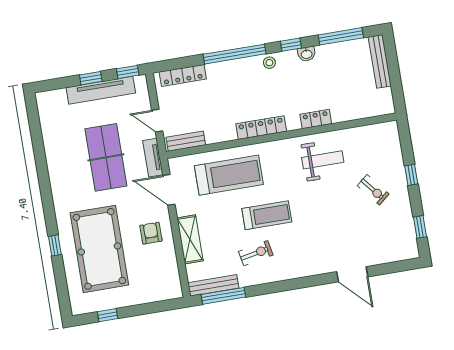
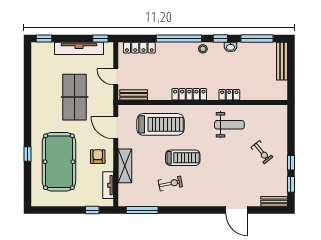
window: (91, 78) -> (44, 39), moved
tv unit: (153, 158) -> (108, 185), moved
window: (411, 175) -> (291, 163), moved
bench: (213, 285) -> (274, 201), moved, width x0.73
window: (108, 315) -> (92, 210), moved

